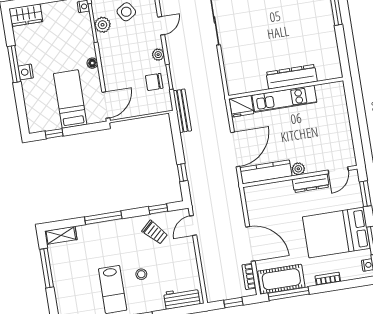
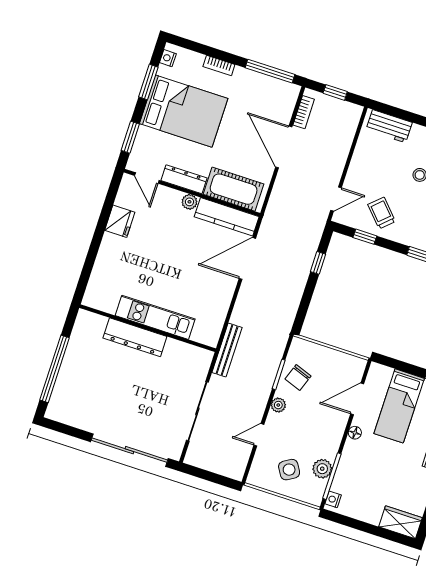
dresser: (292, 77) -> (135, 337), moved
chair: (154, 82) -> (298, 377), turned 110
wall: (286, 88) -> (148, 328), moved
kitchen unit: (284, 99) -> (155, 317), moved
door: (106, 105) -> (357, 399), moved
fridge: (242, 106) -> (120, 221), moved, turned 90
bench: (182, 111) -> (227, 350), moved
door: (338, 170) -> (147, 178), swing flipped
cot: (281, 279) -> (234, 189), moved

